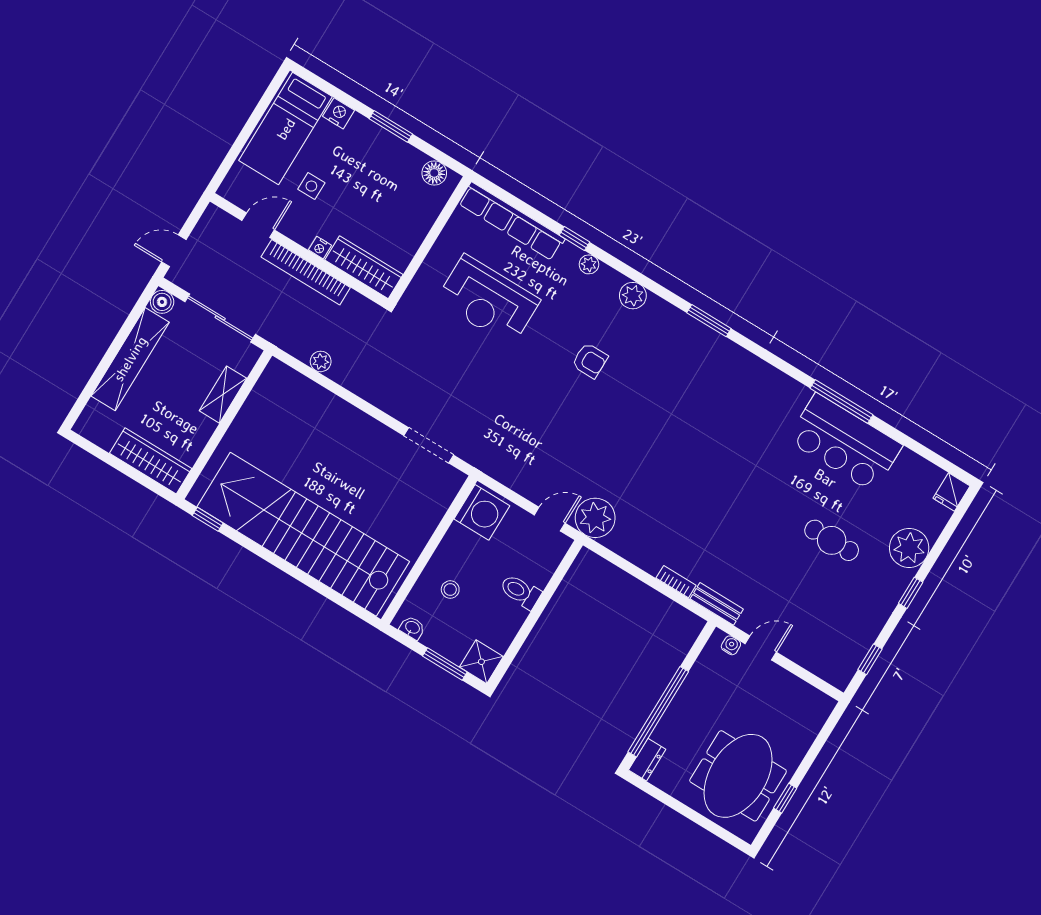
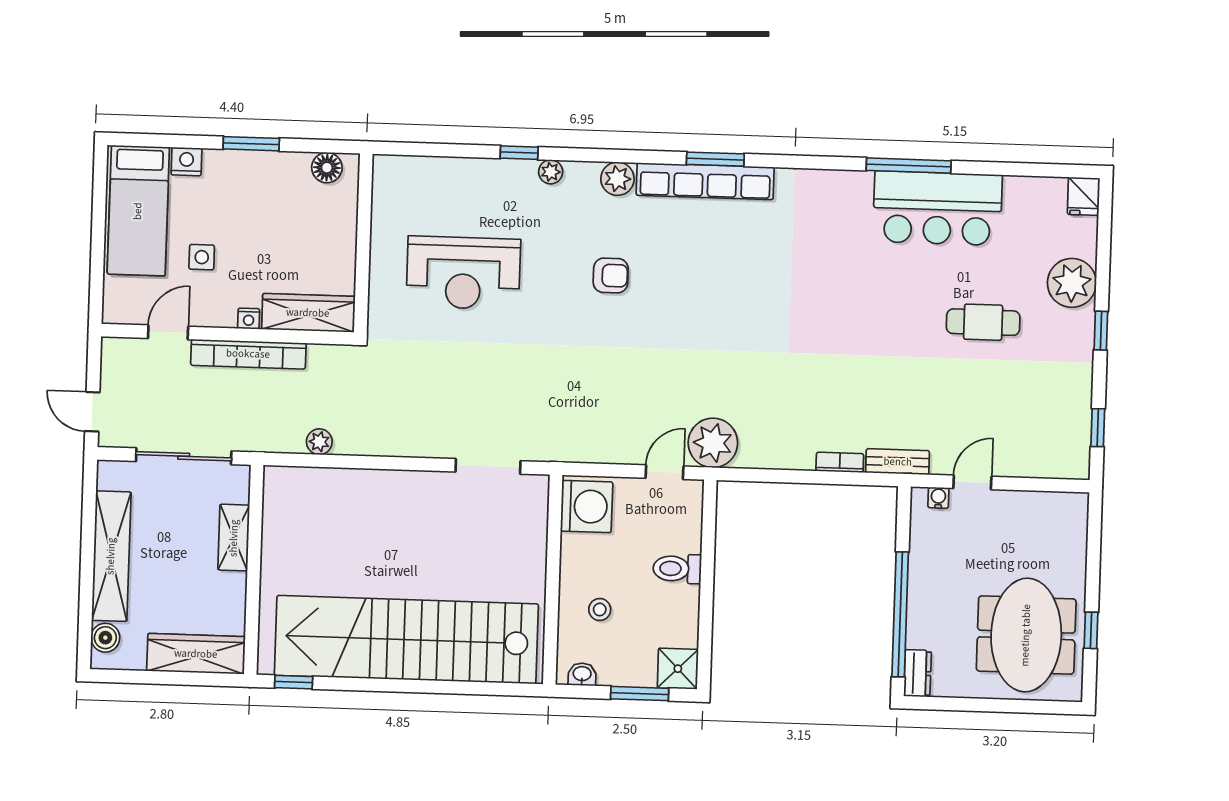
row of seats: (512, 221) -> (705, 181), moved
door: (174, 251) -> (92, 412), hinge flipped
boiler: (162, 302) -> (105, 638), moved

